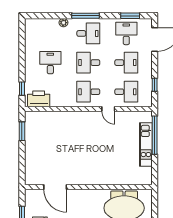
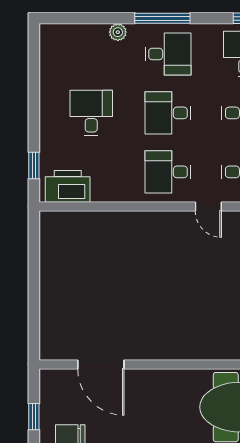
window: (22, 131) -> (34, 252), removed

